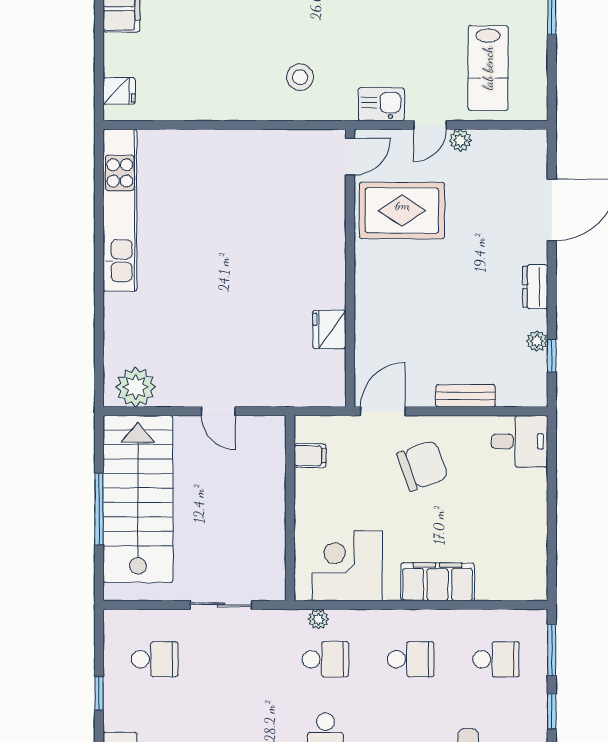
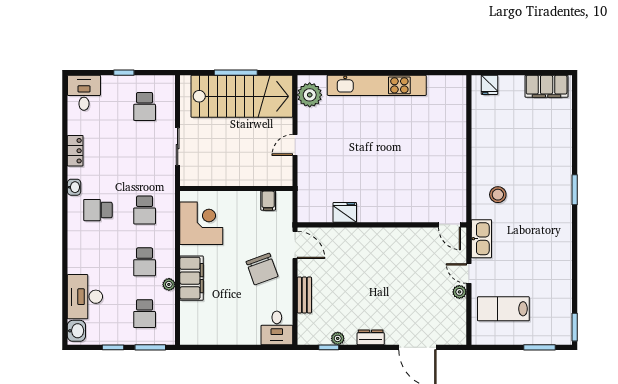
kitchen sink: (381, 104) -> (481, 239), width x1.38
kitchen unit: (120, 210) -> (377, 85), moved
rug: (402, 210) -> (417, 256), removed
plant: (318, 619) -> (169, 284), moved

